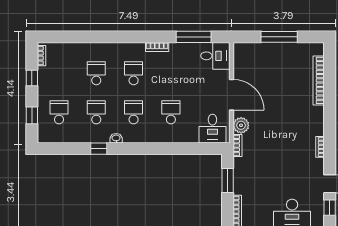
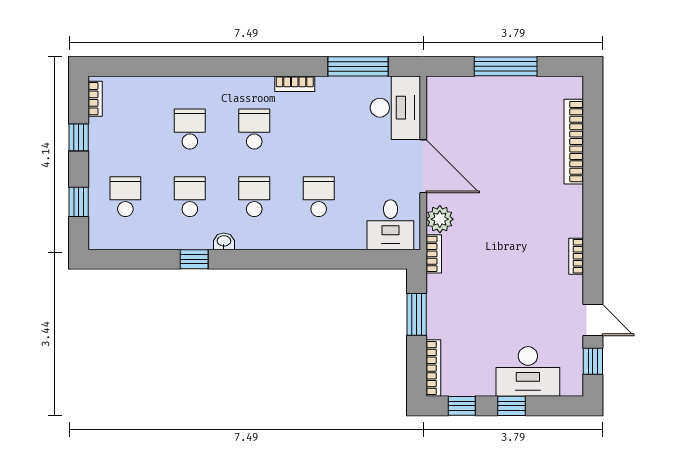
desk: (215, 56) -> (395, 108), width x1.37

